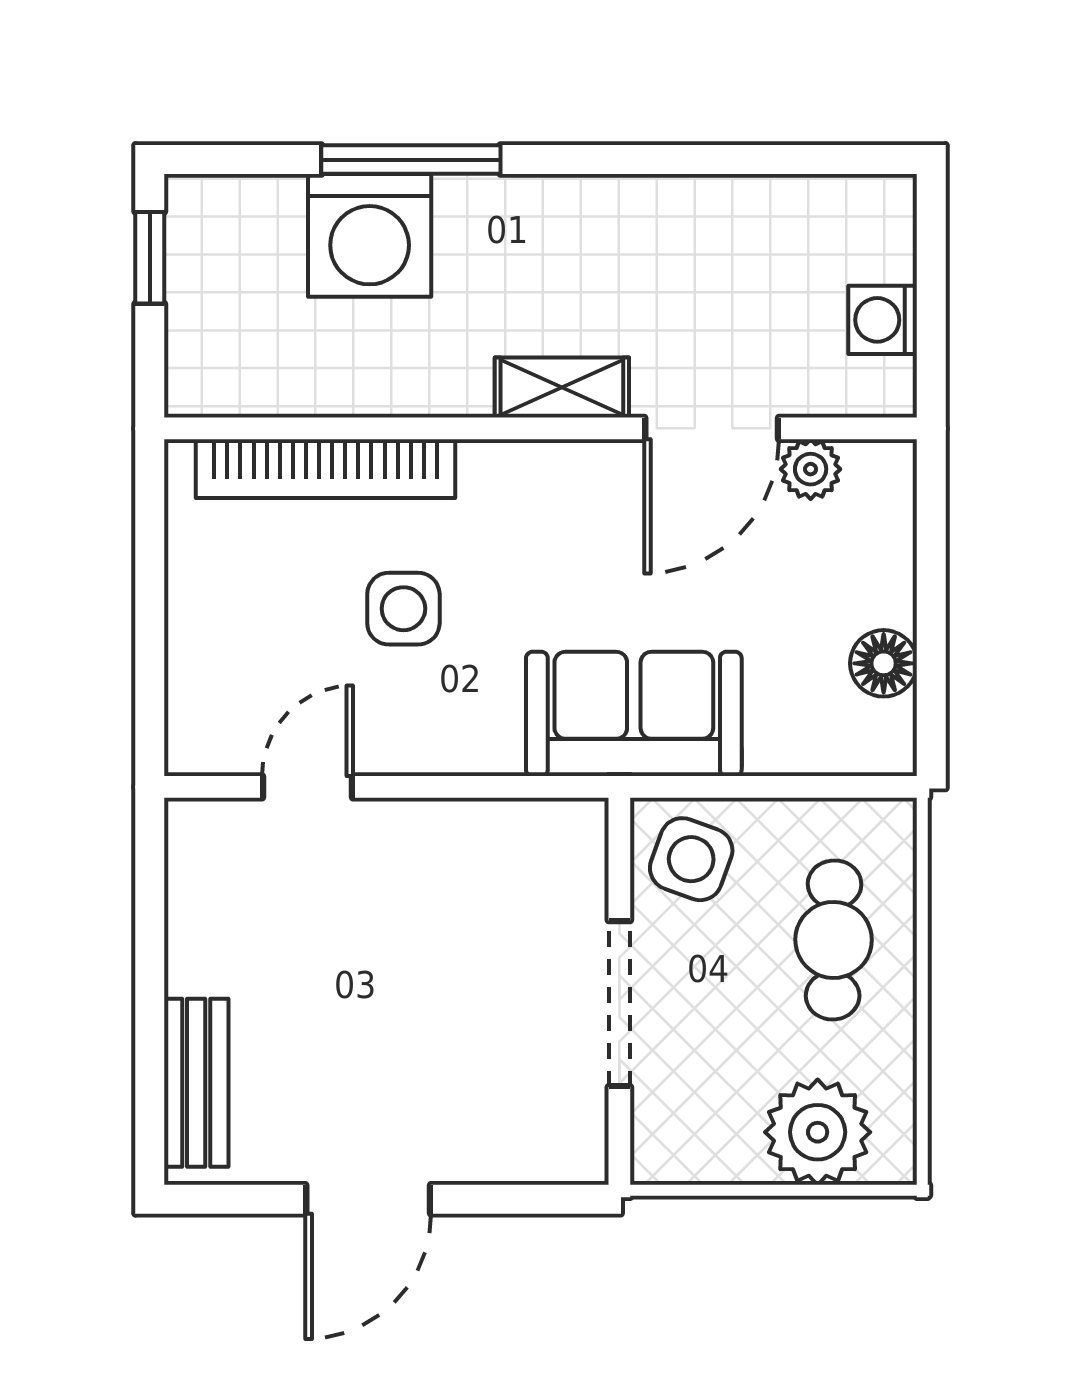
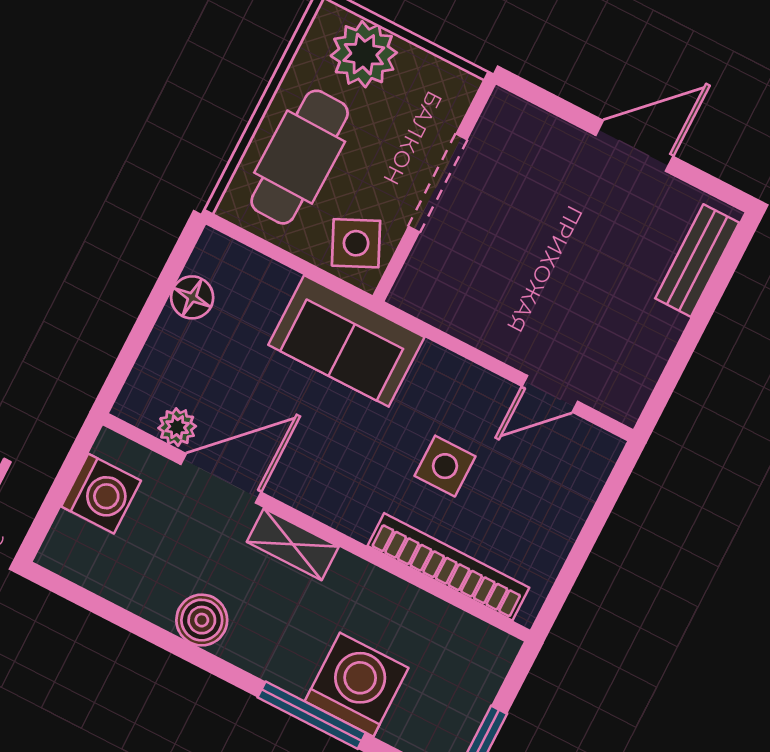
boiler: (635, 214) -> (202, 620), added
washing machine: (883, 320) -> (101, 494), width x1.38, depth x1.38
side table: (691, 859) -> (356, 243), turned 45
cafe table: (834, 940) -> (300, 157), width x1.37, depth x1.35

